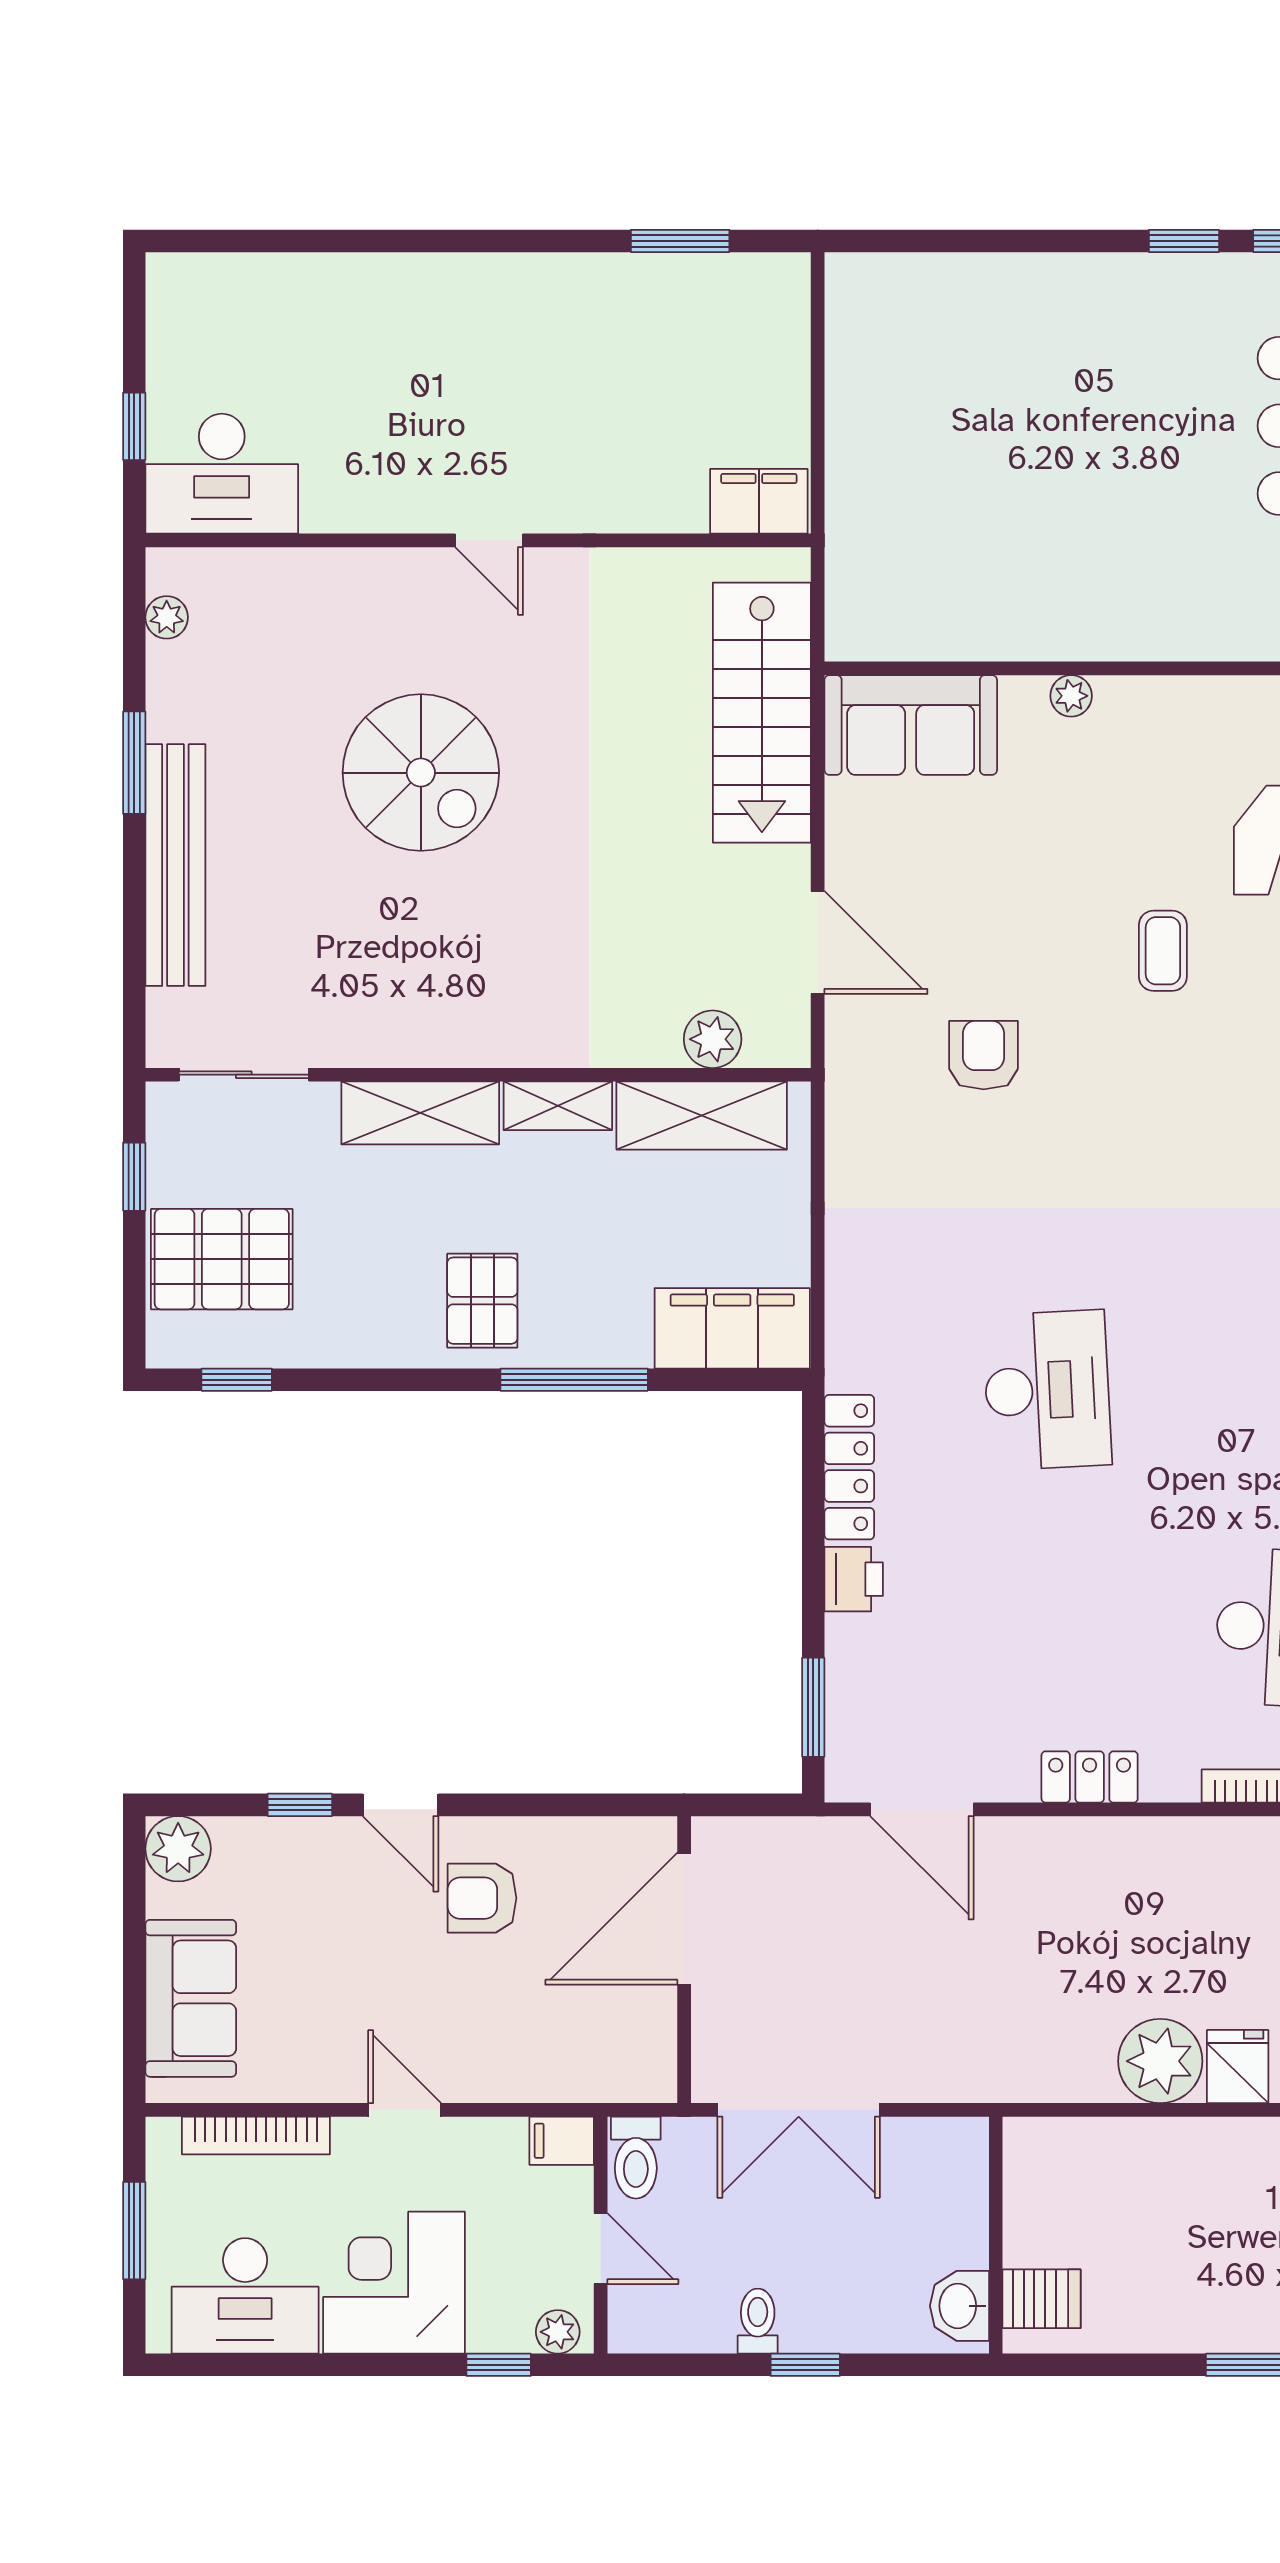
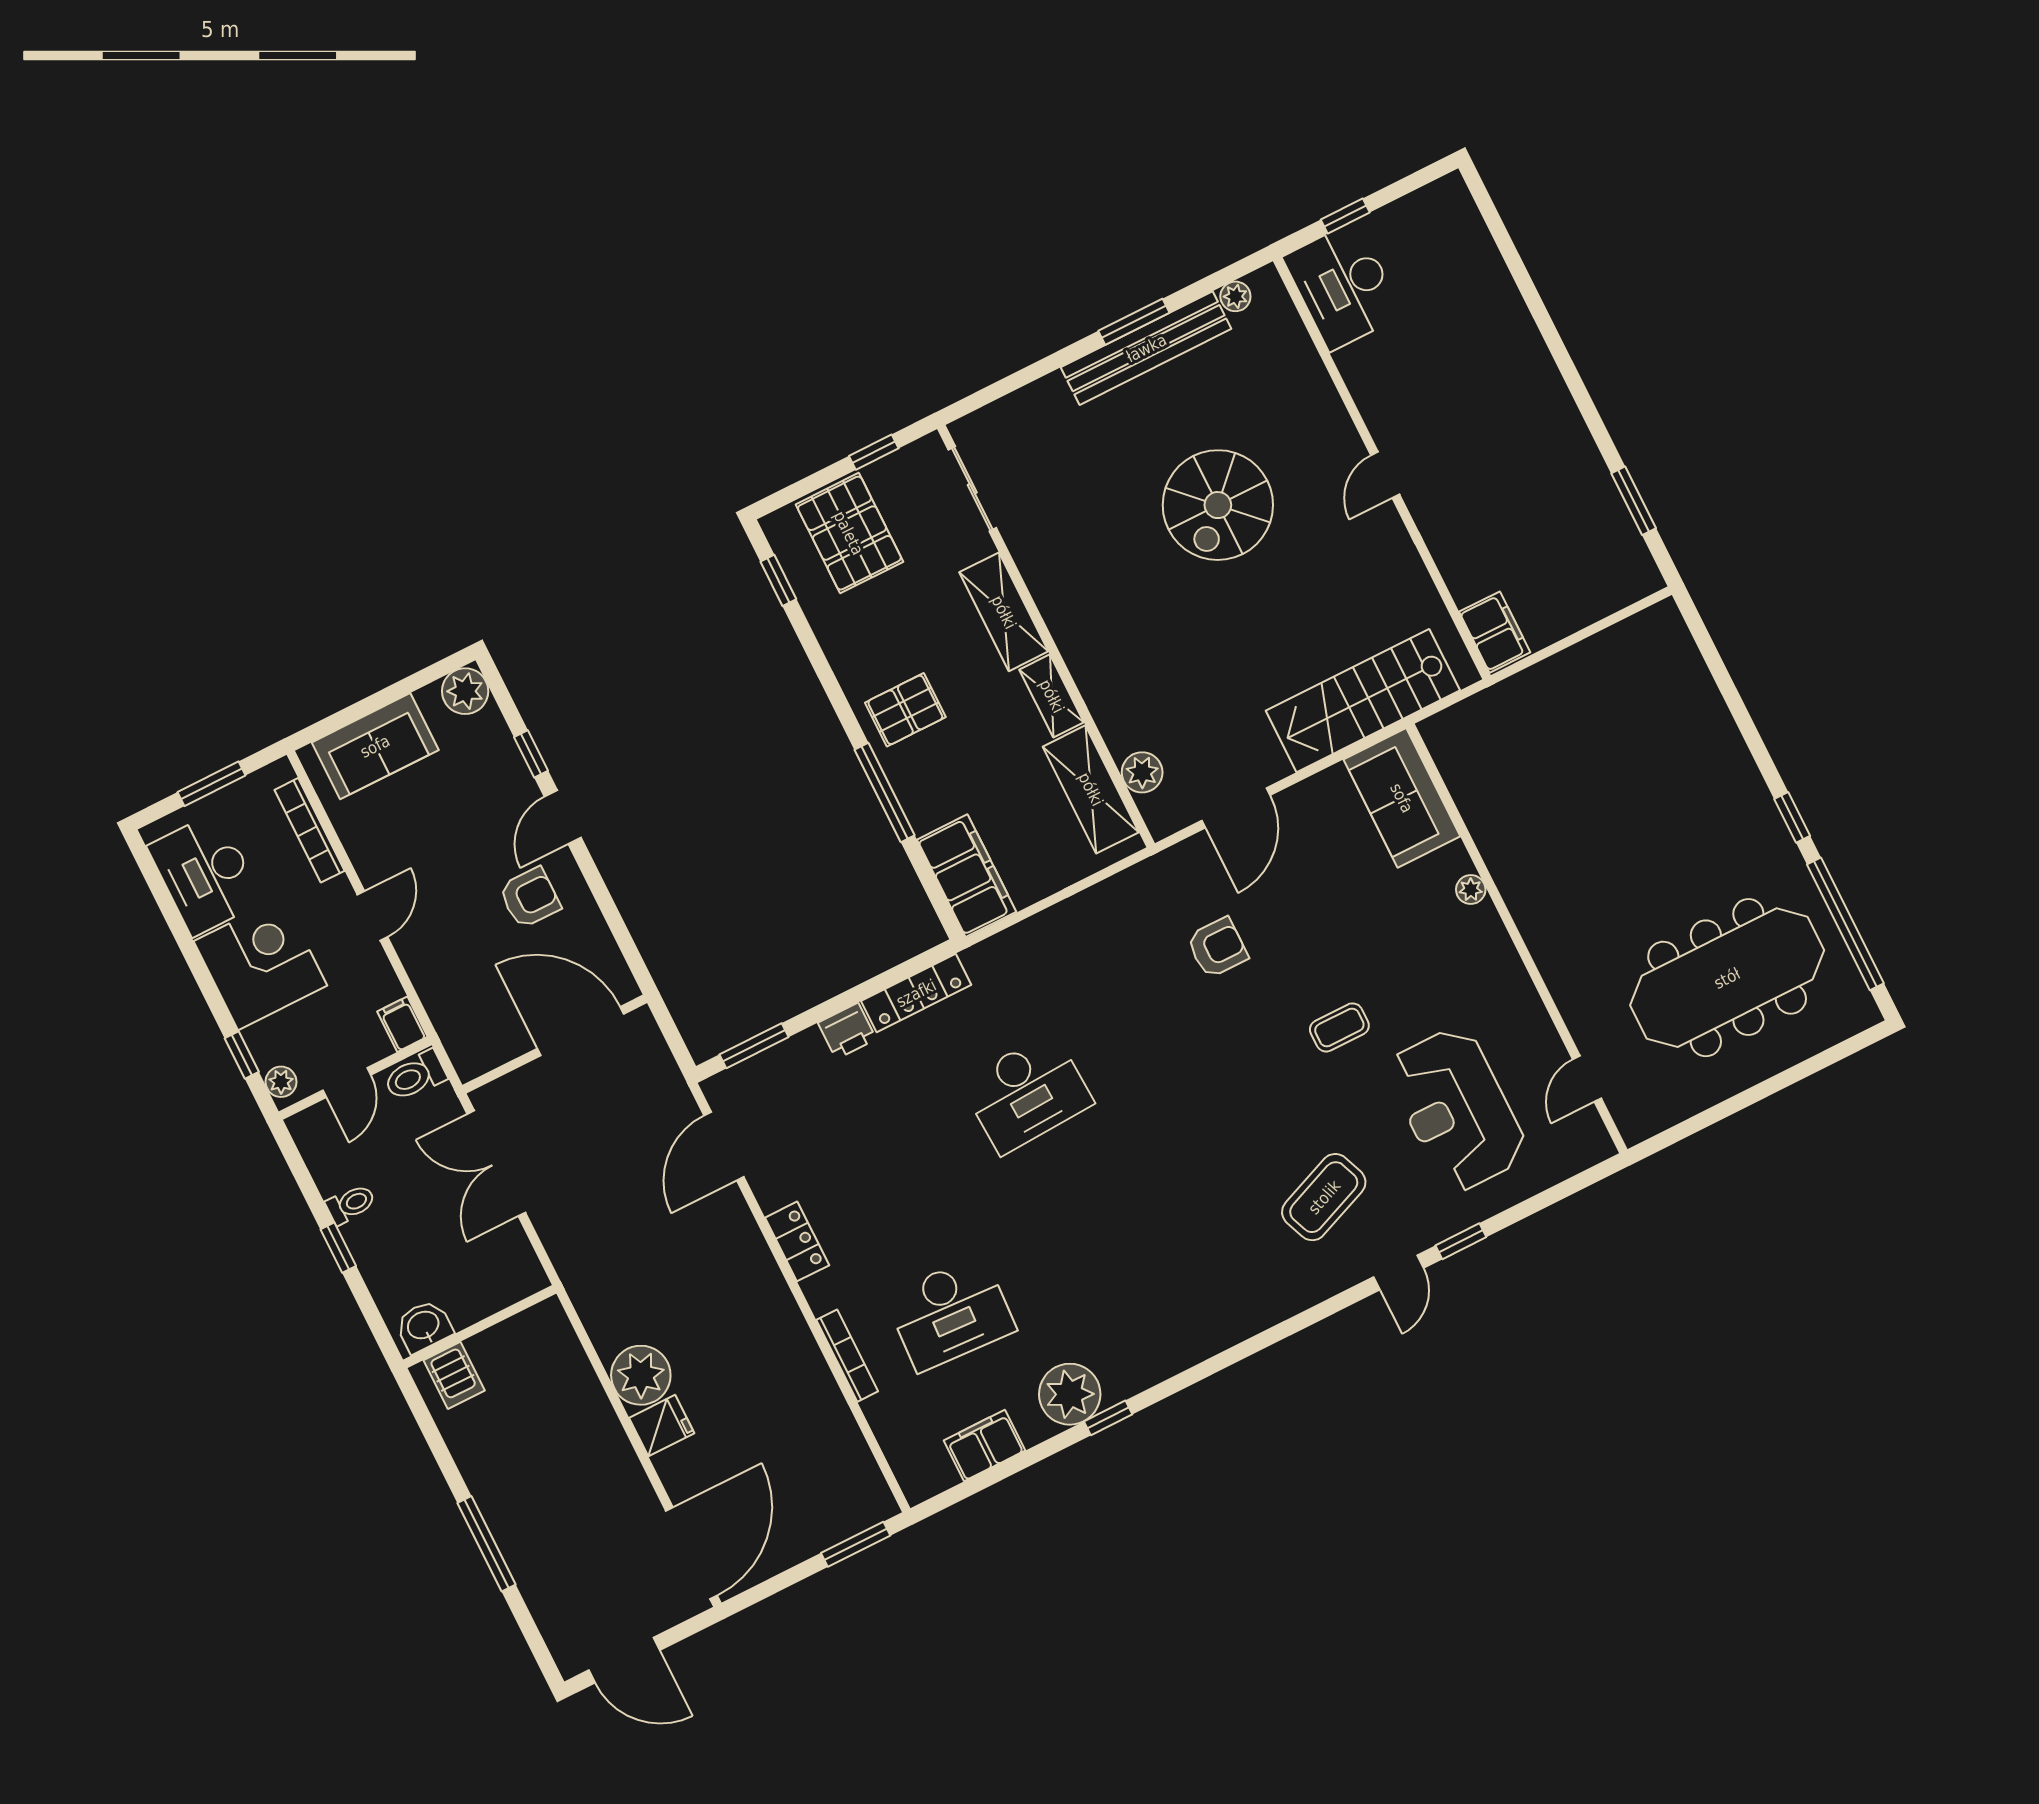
bench: (175, 865) -> (1146, 348), moved
armchair: (482, 1898) -> (530, 898), turned 90

